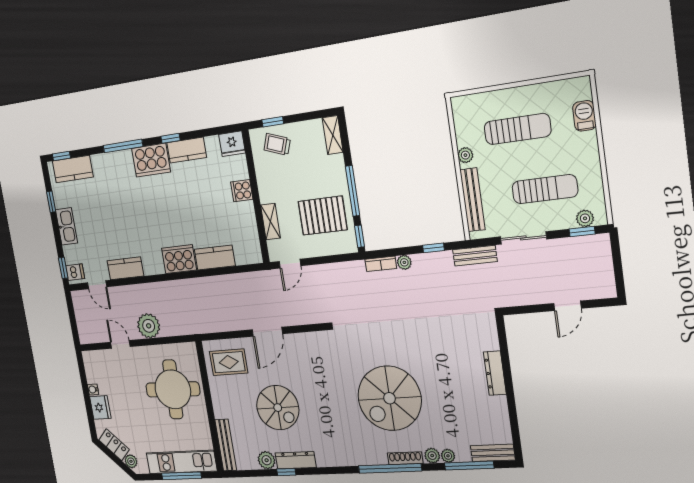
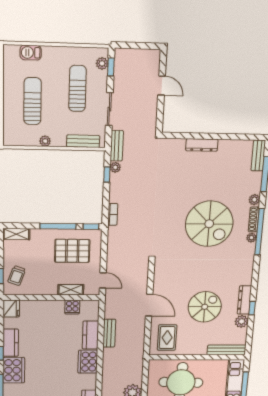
cooker: (242, 191) -> (72, 307), moved
bench: (473, 200) -> (83, 141), width x0.73
pallet: (323, 216) -> (72, 251), turned 90
plant: (404, 262) -> (115, 167), moved
bench: (221, 283) -> (109, 333), added
plant: (448, 456) -> (251, 238), moved

